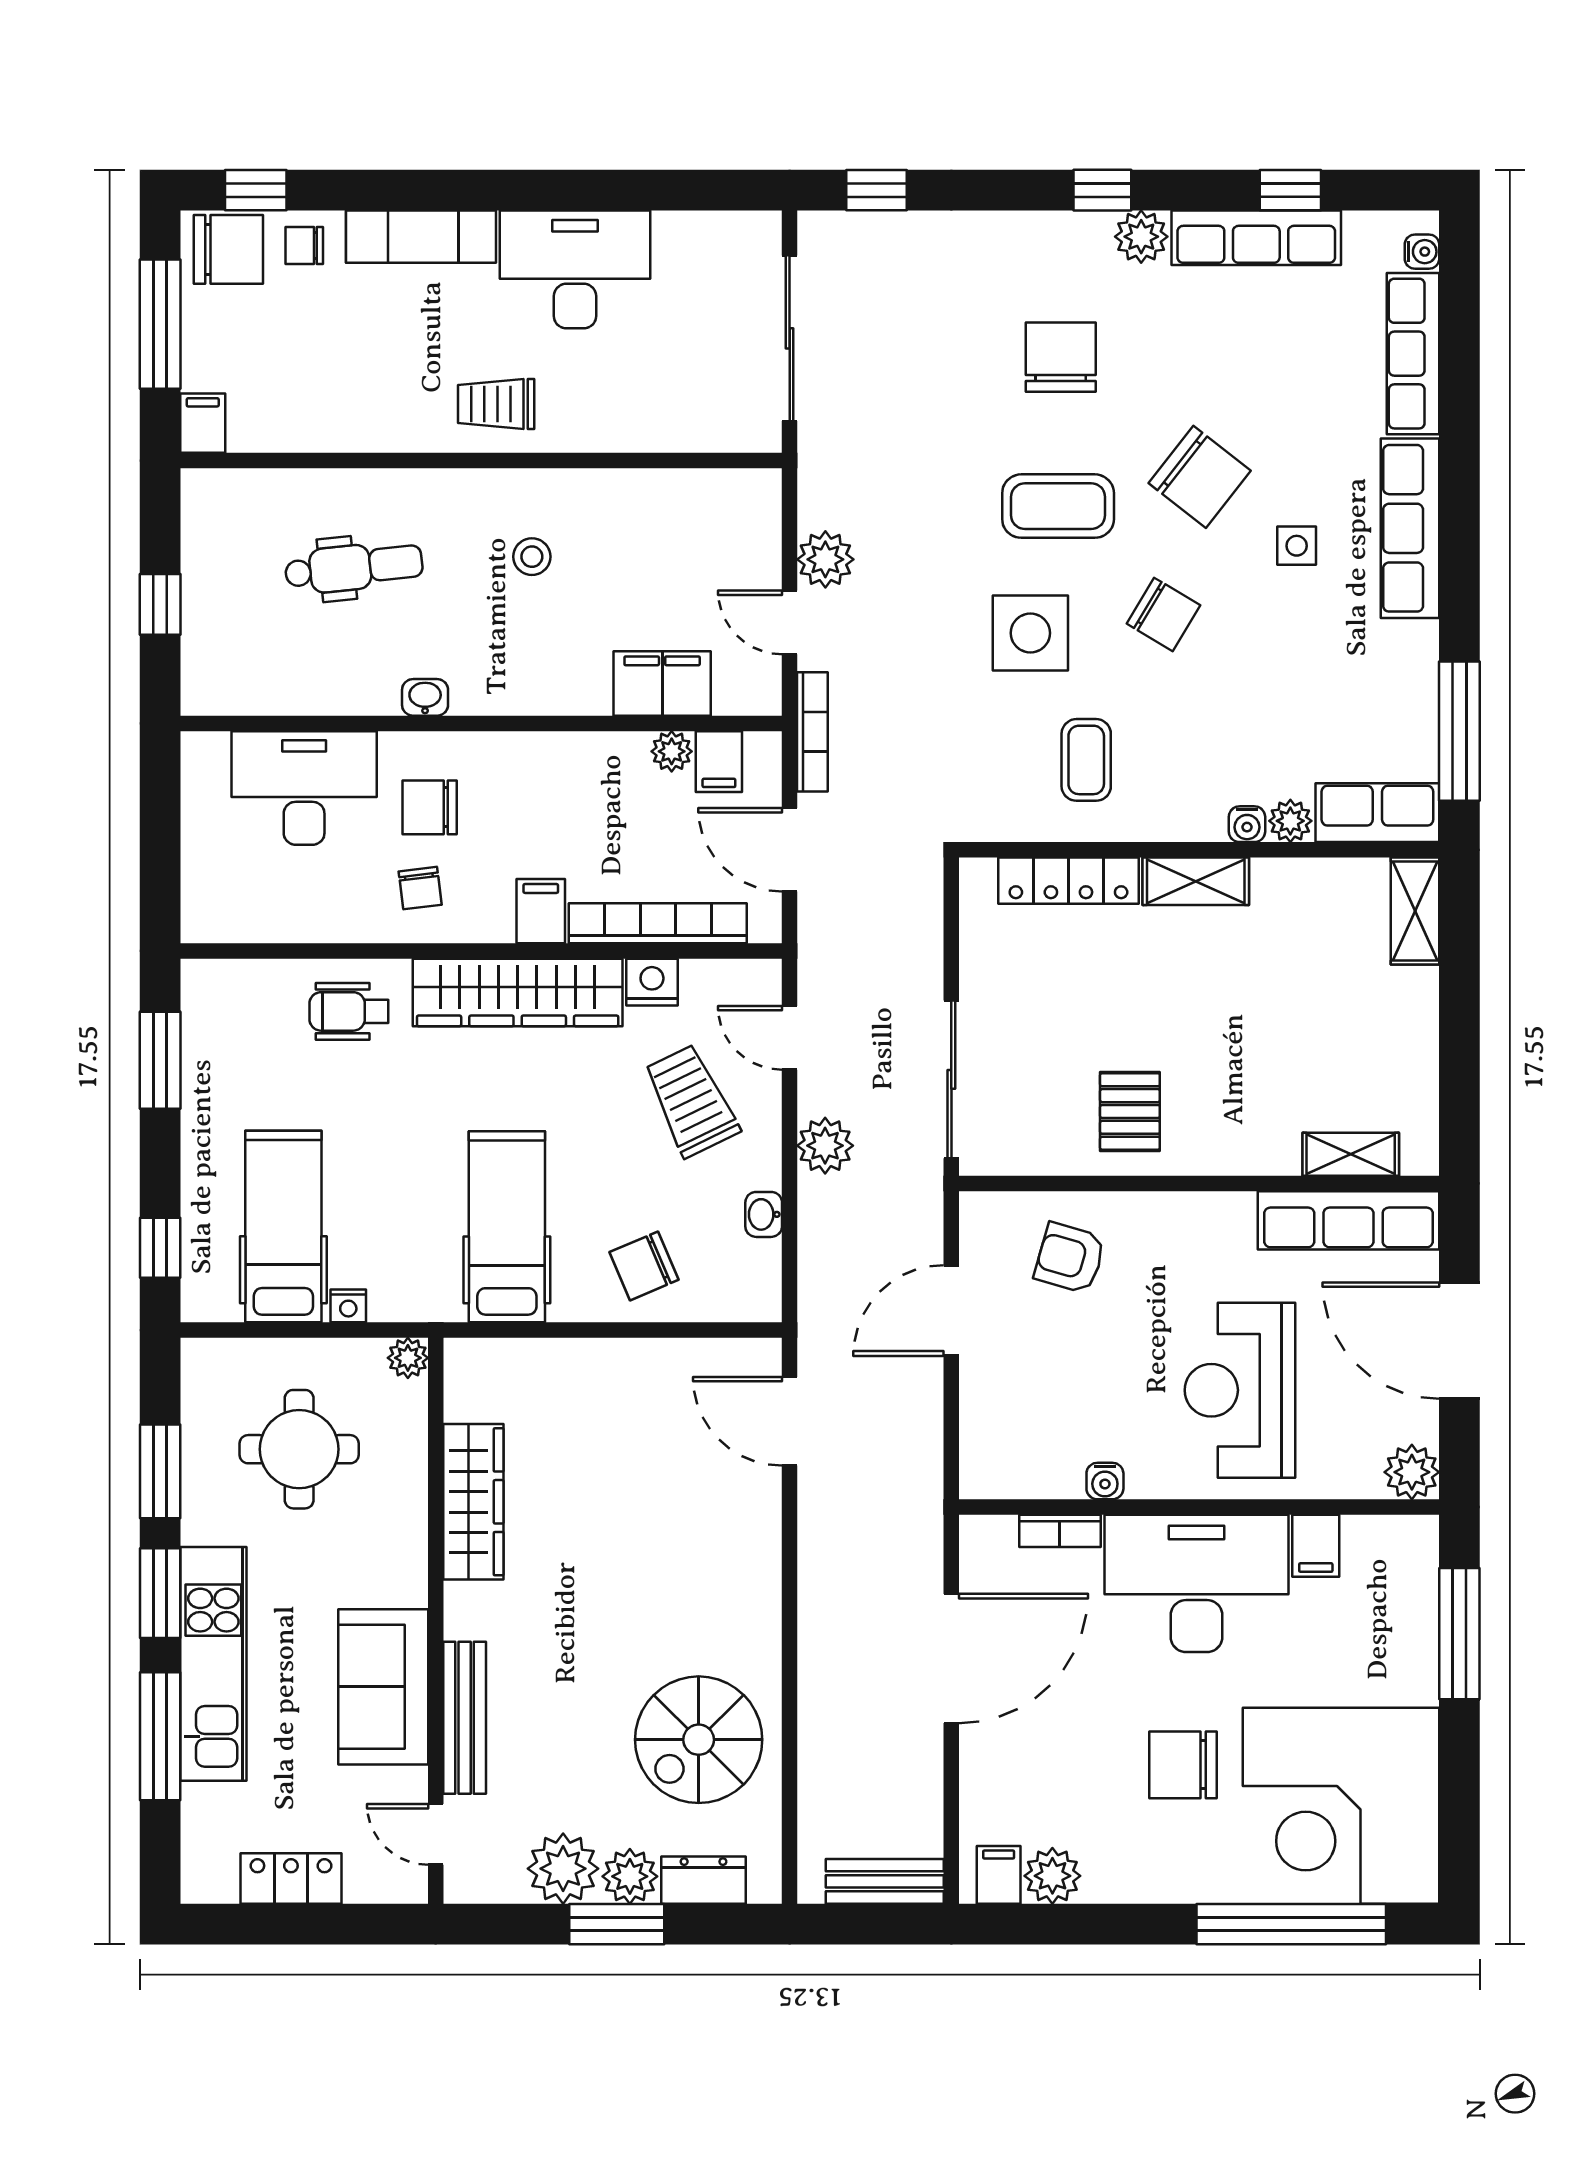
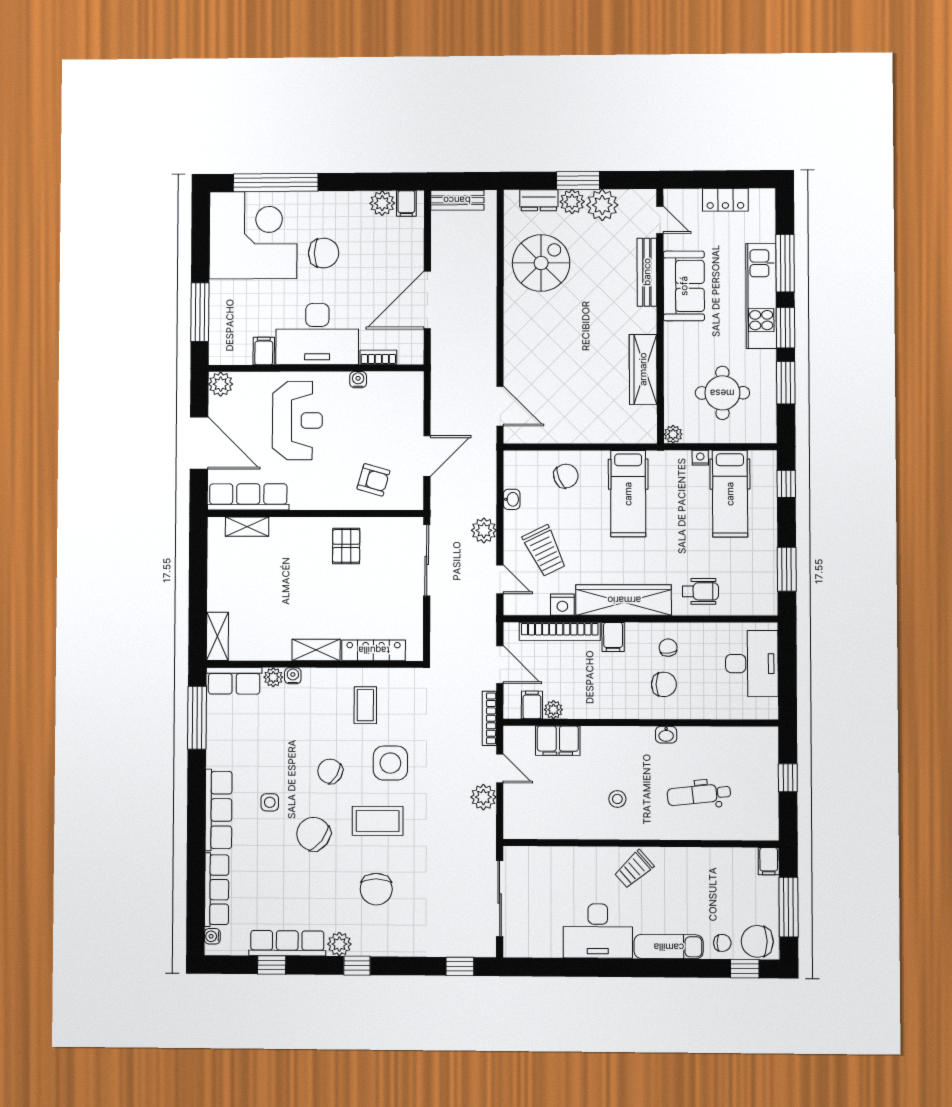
trolley: (496, 404) -> (634, 869), turned 138
desk: (304, 788) -> (752, 664), moved, turned -90

